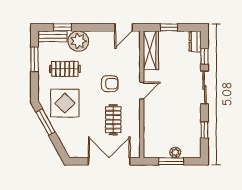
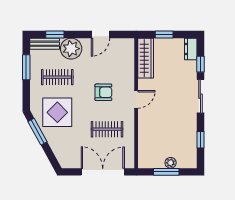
door: (124, 27) -> (101, 35), moved
clothes rail: (113, 120) -> (107, 129), turned 90

